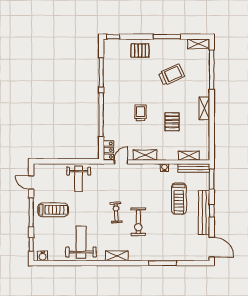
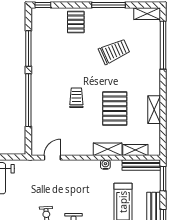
pallet: (140, 51) -> (76, 22), turned 90
shelving: (204, 108) -> (154, 110), moved
pallet: (172, 122) -> (115, 109), width x1.50, depth x1.42
locker: (108, 150) -> (37, 143), removed
shelving: (145, 155) -> (108, 149), moved

